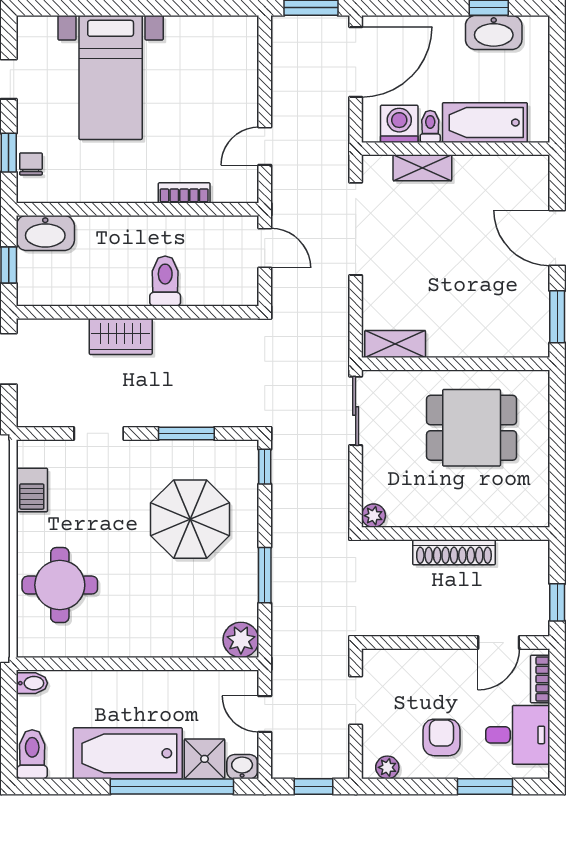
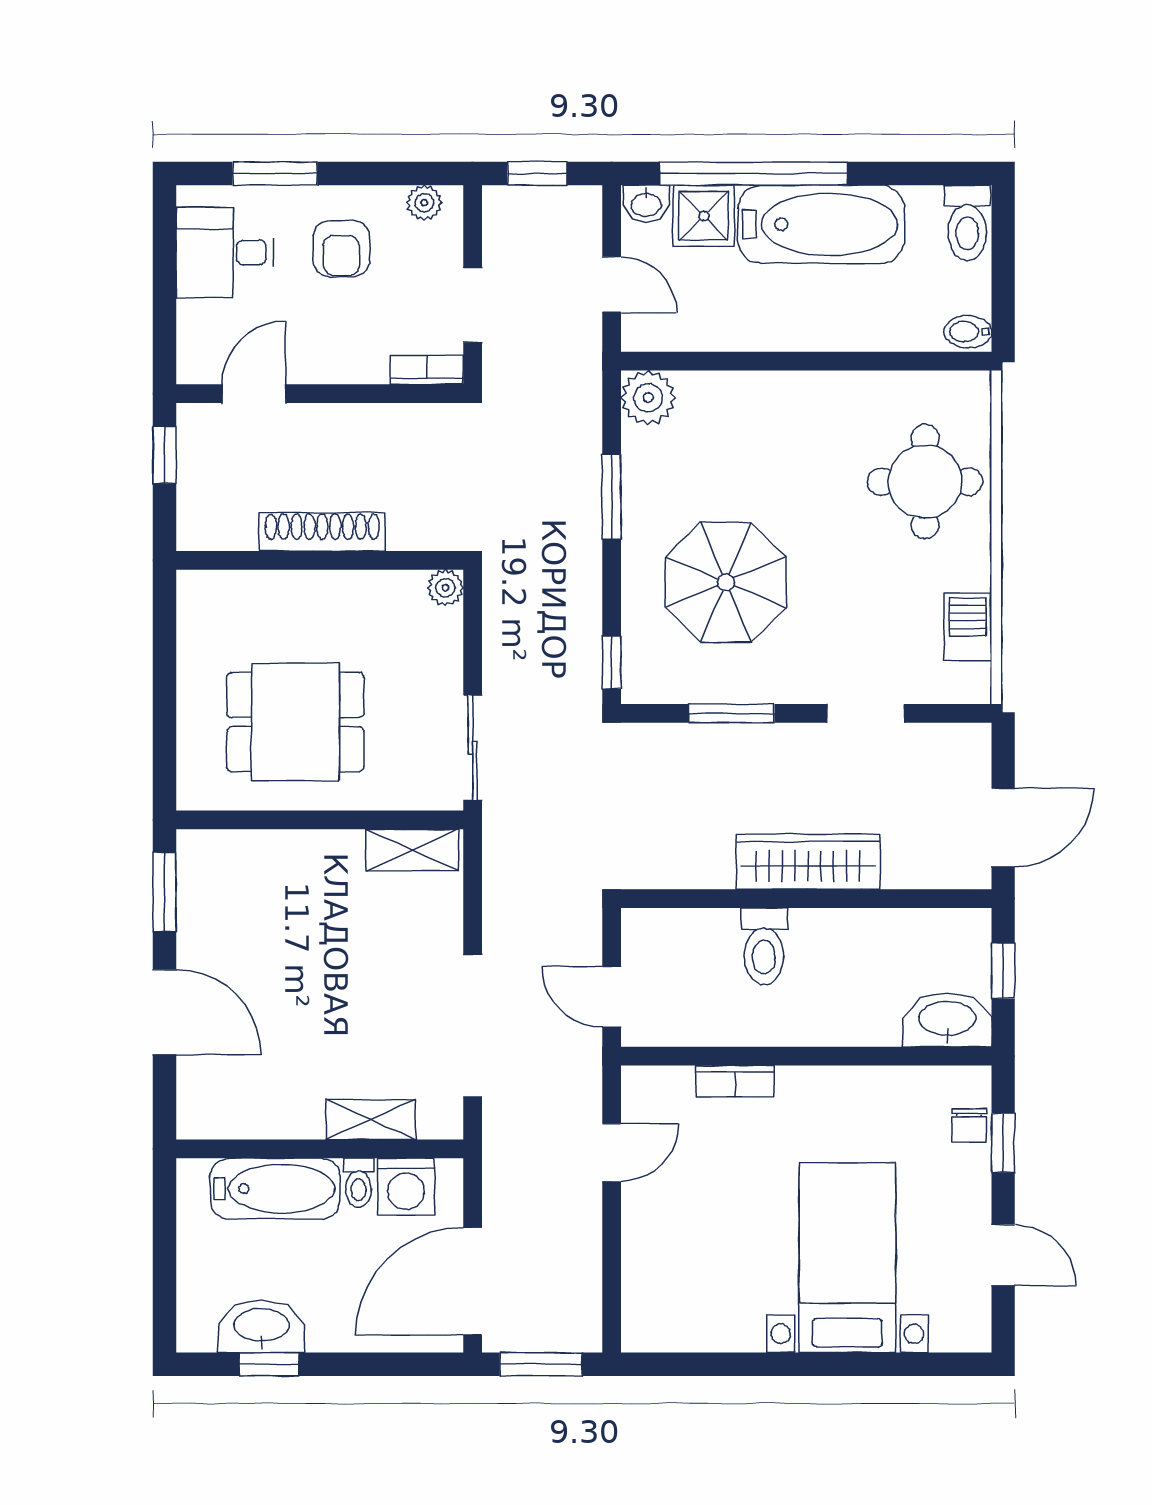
wardrobe: (121, 336) -> (808, 862), width x1.50
bookcase: (540, 679) -> (427, 370), moved, turned -90

